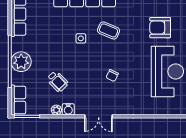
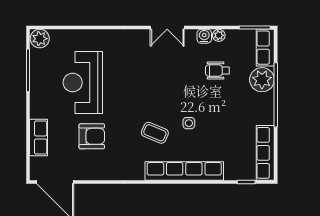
plant: (21, 62) -> (262, 80), moved
chair: (112, 75) -> (150, 78), removed
wheelchair: (57, 81) -> (217, 70), turned -46
double door: (99, 116) -> (167, 28), swing flipped

